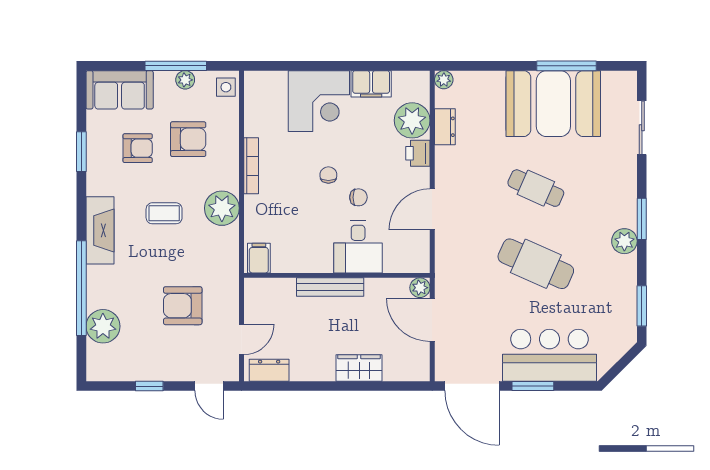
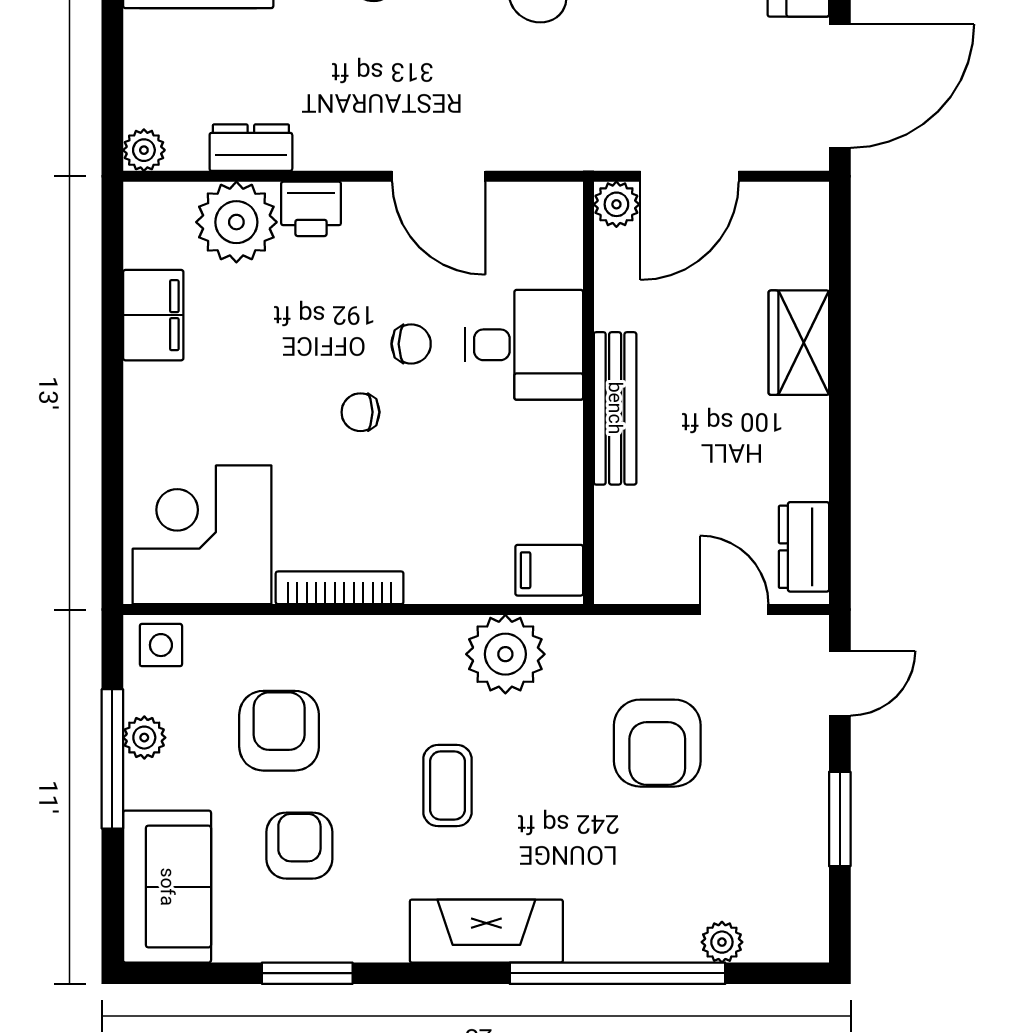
corner desk: (319, 101) -> (202, 535), moved, turned -90
chair: (358, 197) -> (411, 344), turned 90
plant: (222, 208) -> (505, 654), moved
plant: (103, 326) -> (722, 942), width x0.53, depth x0.53
window: (149, 386) -> (840, 819), width x1.50

